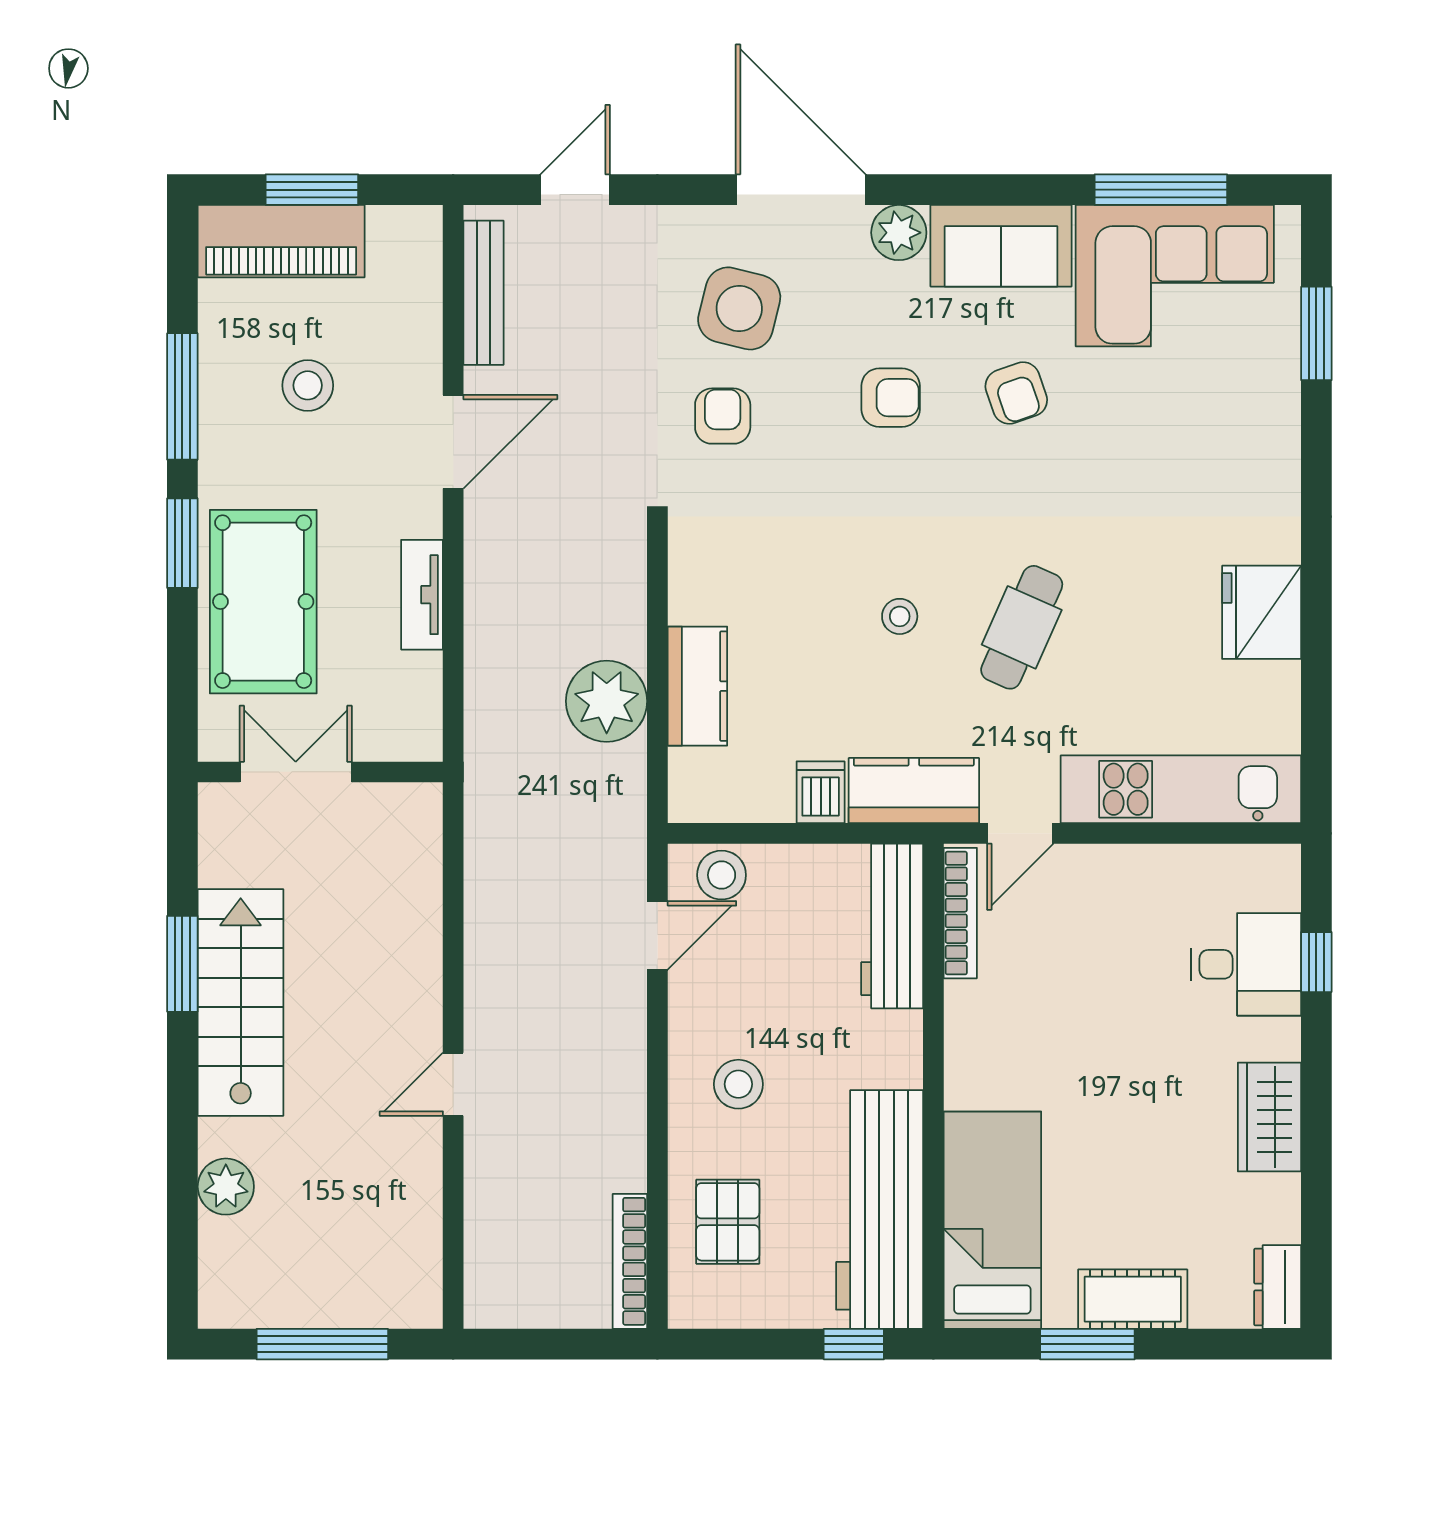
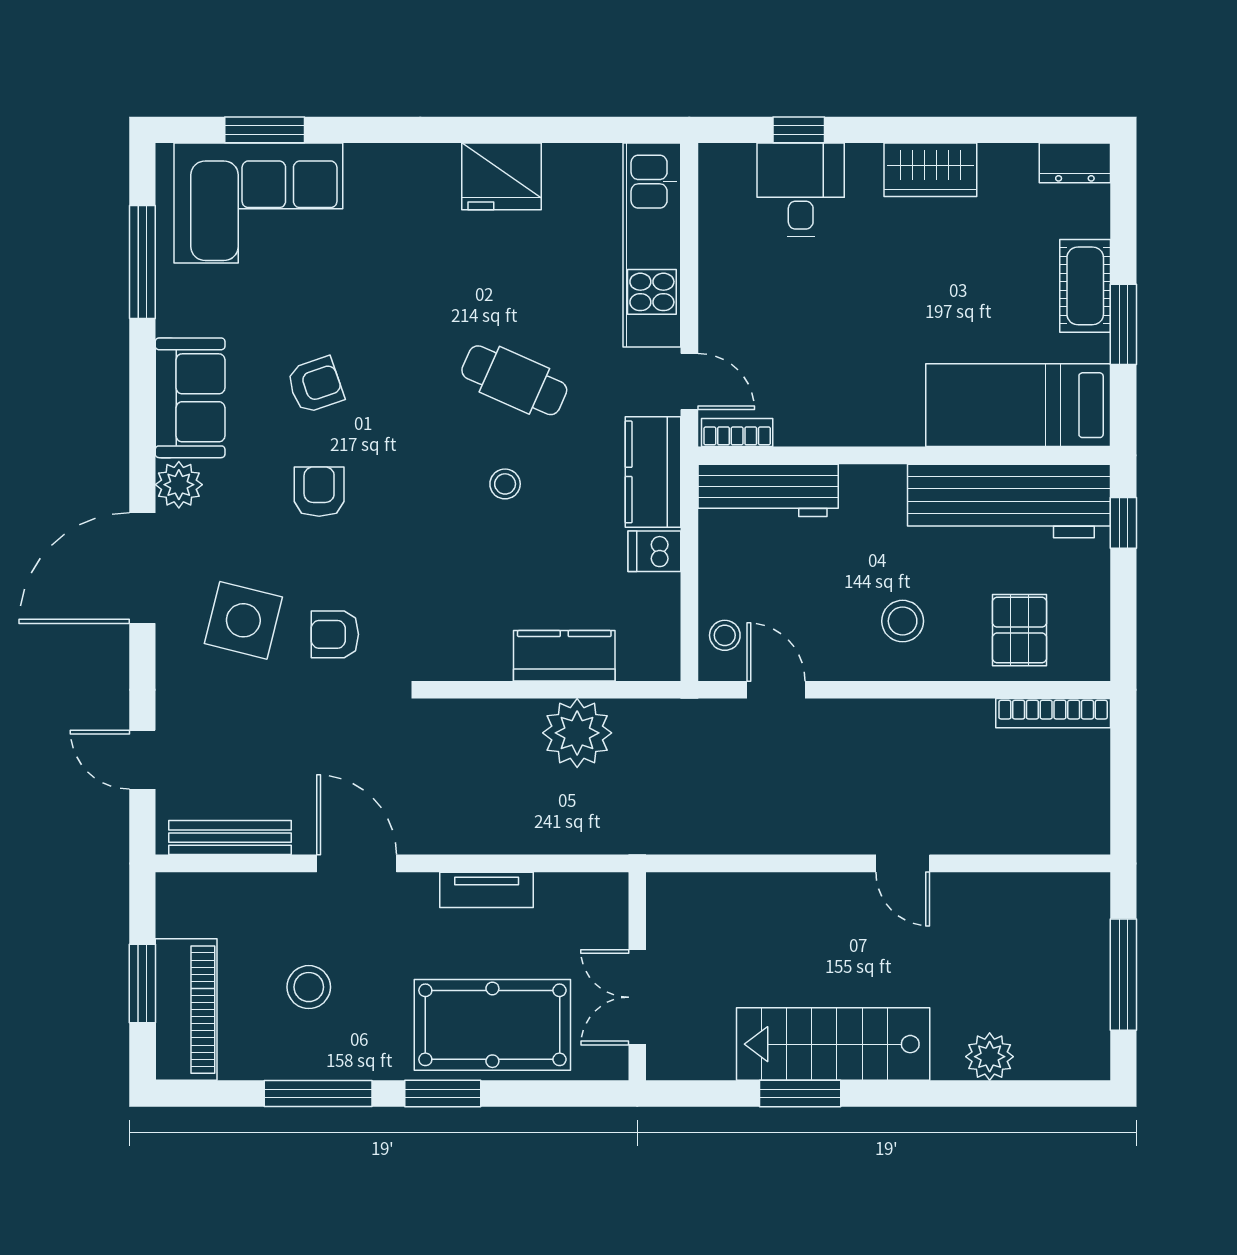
corner sofa: (1175, 276) -> (258, 203), moved, turned 90
stool: (722, 875) -> (725, 635), width x0.73, depth x0.73
bookcase: (960, 913) -> (737, 433), width x0.64
pallet: (728, 1222) -> (1019, 630), turned 90

